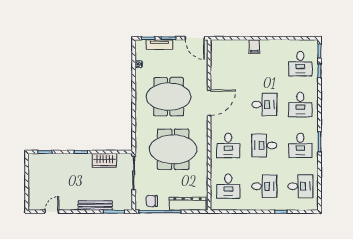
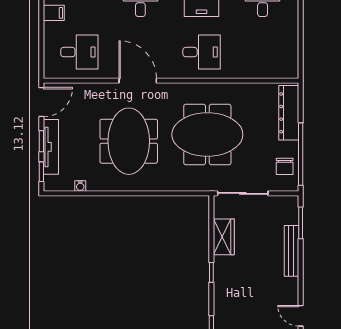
tv unit: (159, 45) -> (51, 147), width x1.41
meeting table: (173, 149) -> (207, 135), turned 90
desk: (228, 186) -> (79, 52), moved

